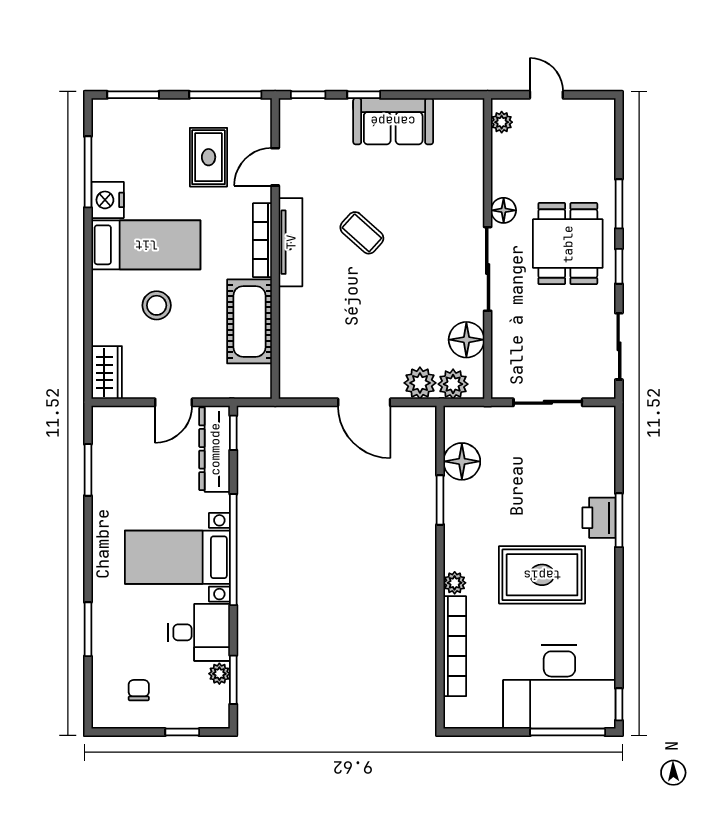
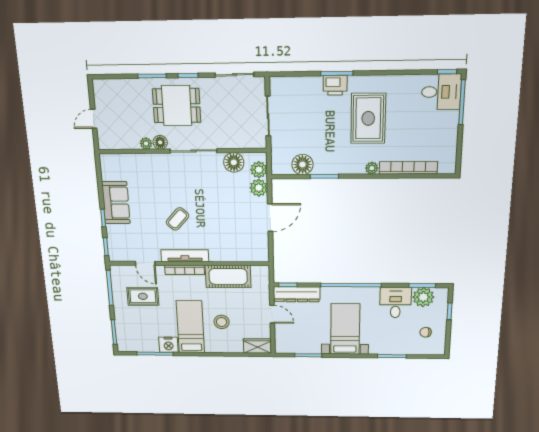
plant: (502, 122) -> (146, 143), moved
bed with nightstands: (177, 557) -> (345, 329), moved, turned 180
plant: (219, 674) -> (423, 297), width x1.87, depth x1.87
desk: (559, 687) -> (441, 92), width x0.53, depth x0.77

